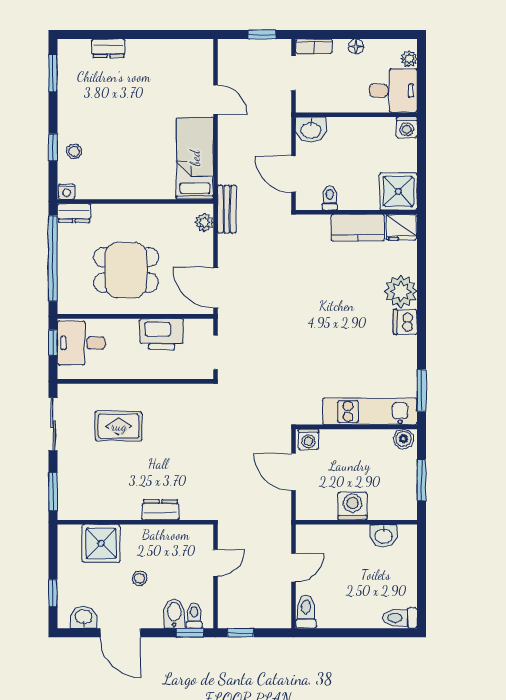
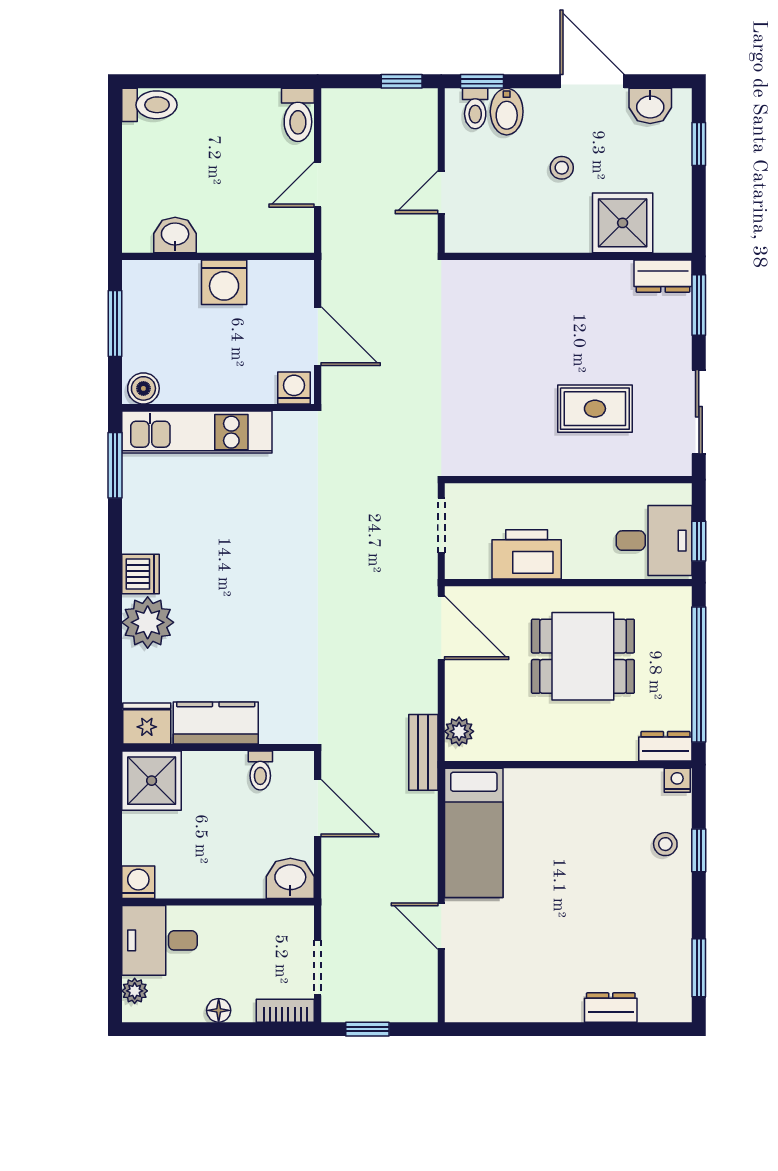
dresser: (160, 510) -> (663, 276), moved

